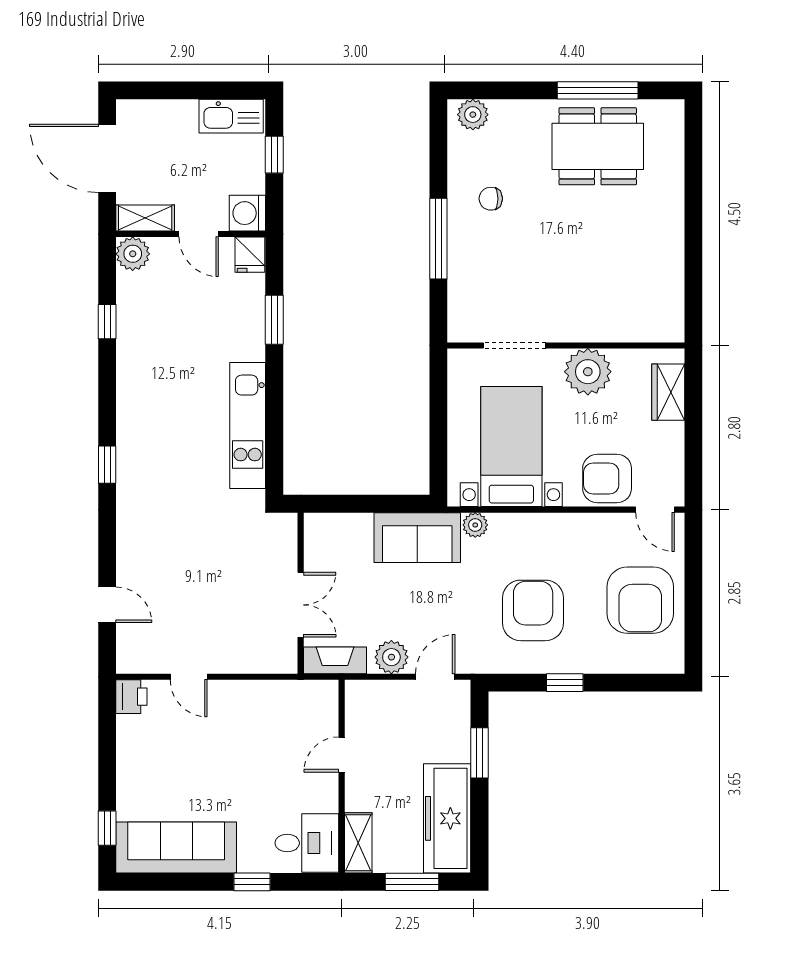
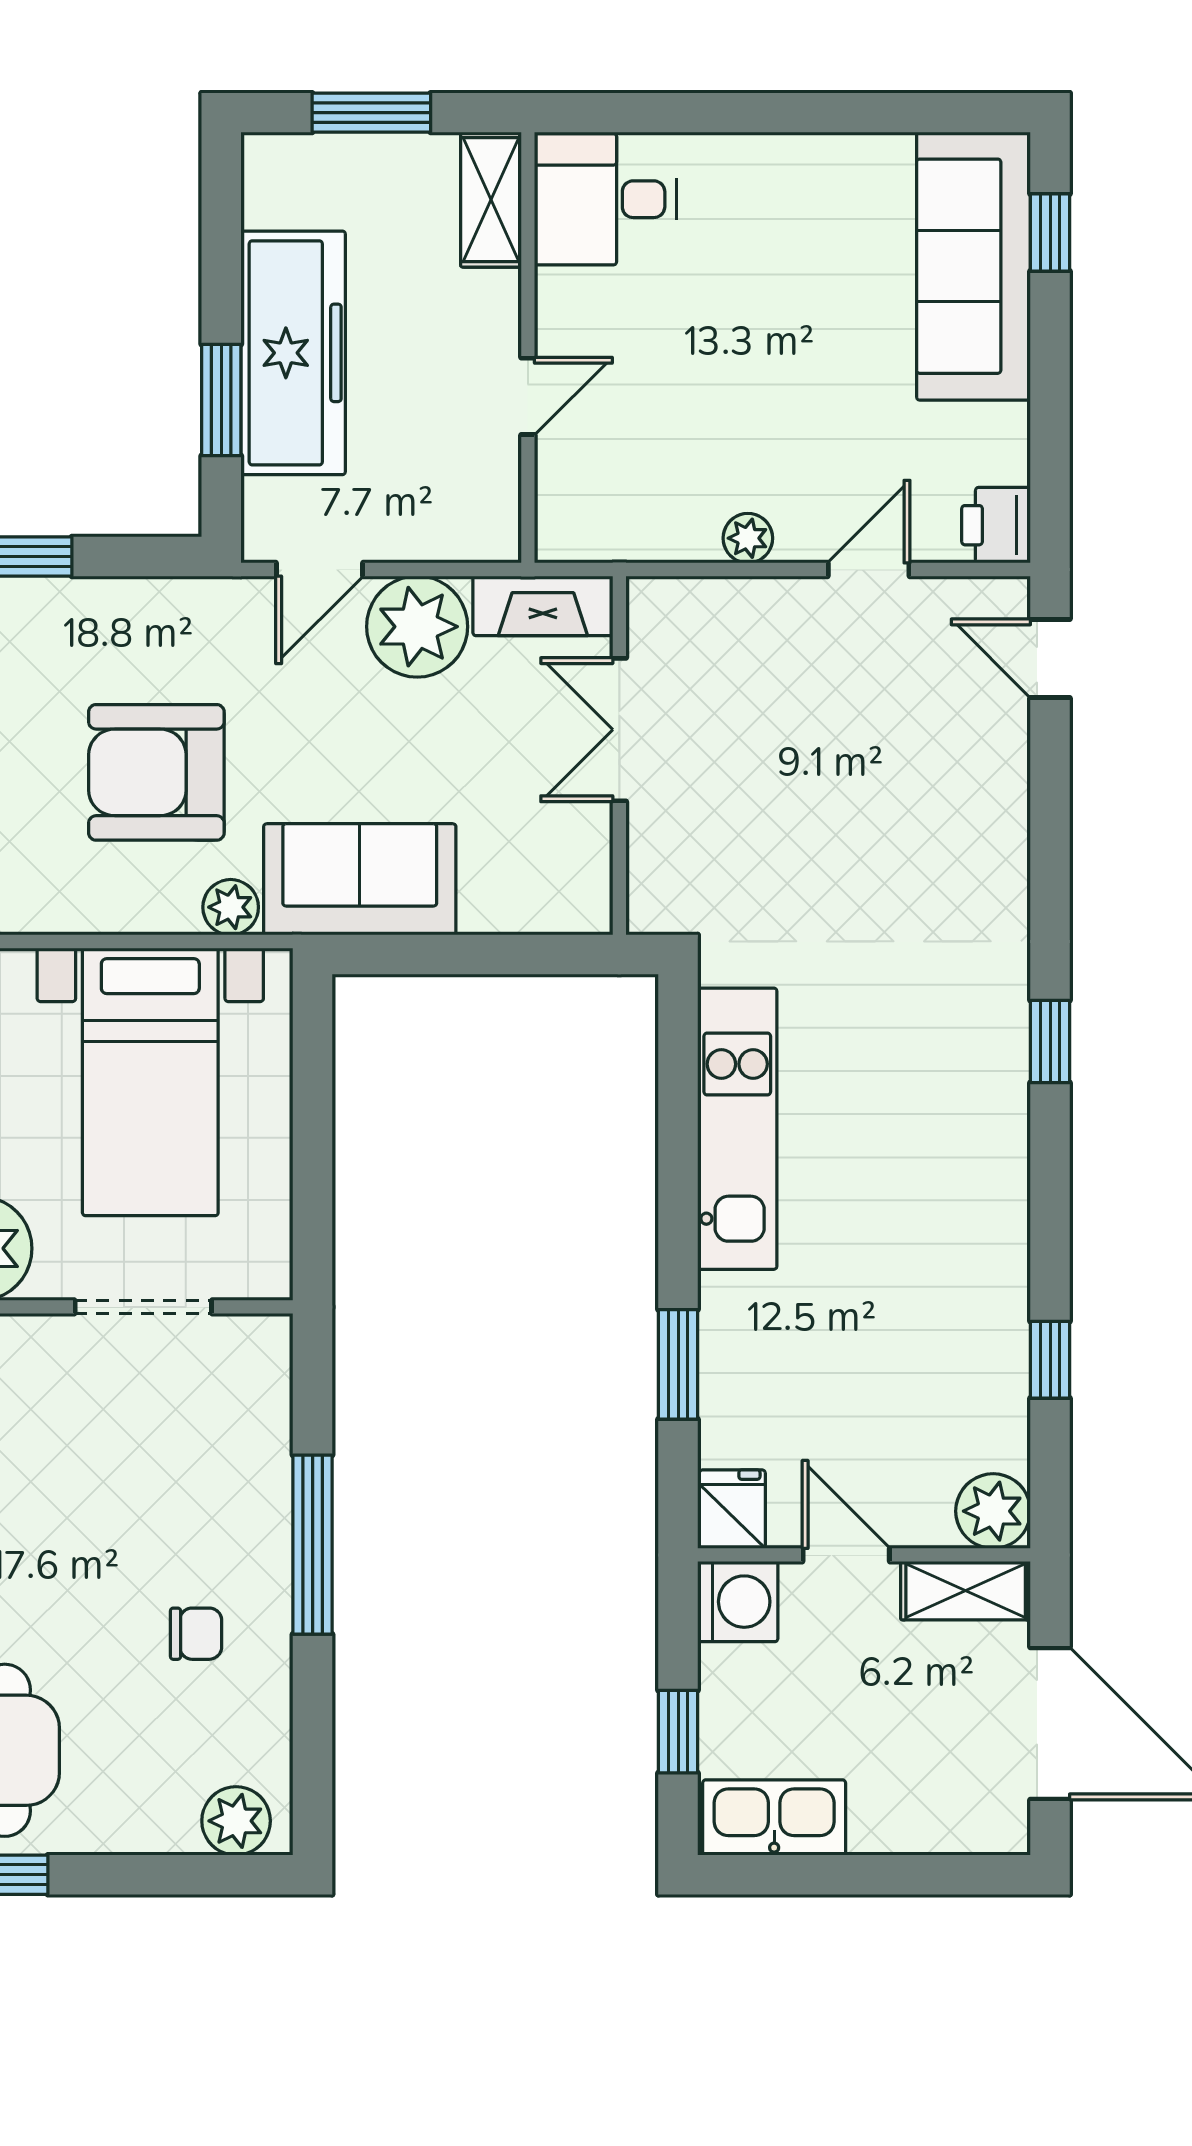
door: (107, 605) -> (1050, 659), moved
armchair: (533, 610) -> (156, 772), moved, turned 90
plant: (391, 657) -> (417, 627), width x1.36, depth x1.36
door: (189, 677) -> (869, 569), hinge flipped
plant: (243, 691) -> (748, 538), added
freezer: (447, 818) -> (293, 353), moved
sofa: (176, 848) -> (974, 266), moved, turned 90
window: (252, 882) -> (728, 113), removed

